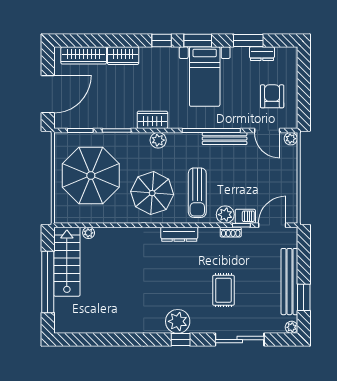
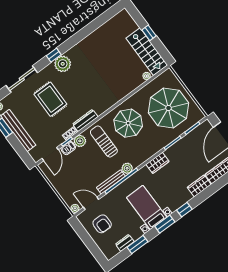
plant: (158, 140) -> (127, 168), moved
dresser: (179, 234) -> (85, 120), moved
window: (48, 282) -> (149, 33), width x0.32
rug: (223, 290) -> (50, 99), width x1.36, depth x1.43

